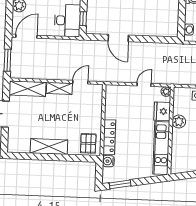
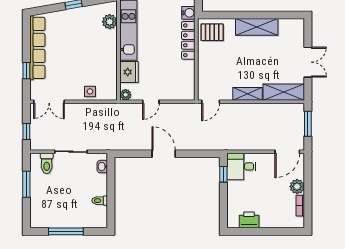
desk: (67, 21) -> (241, 166), width x0.73
door: (118, 38) -> (164, 154), moved
door: (80, 82) -> (211, 102), moved
plant: (179, 122) -> (110, 22), moved
pallet: (88, 143) -> (212, 32), turned 90

